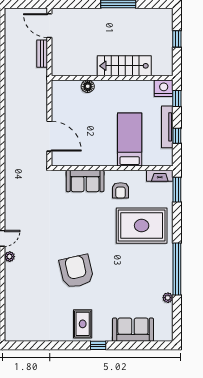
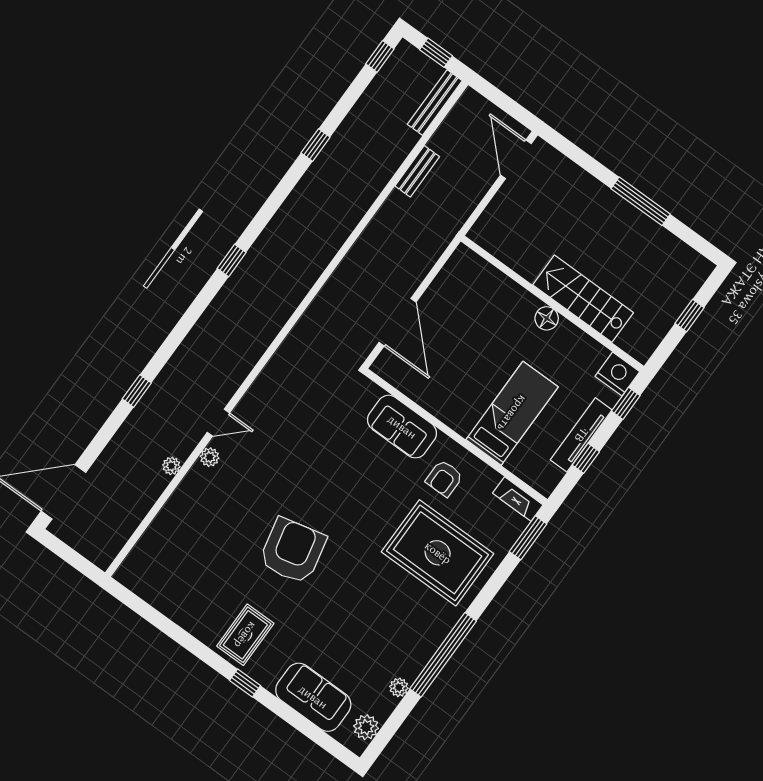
bench: (42, 54) -> (417, 171), moved
floor lamp: (88, 86) -> (547, 318), moved
plant: (166, 326) -> (366, 727), added

